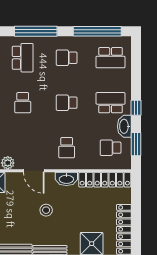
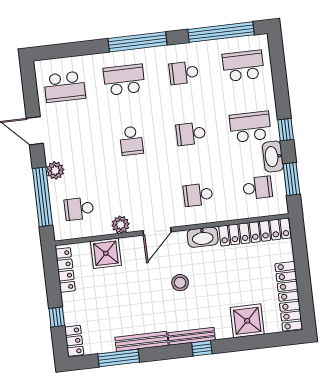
school desk: (23, 58) -> (124, 80), turned -90
school desk: (111, 58) -> (243, 66), turned 180
school desk: (67, 148) -> (198, 195), turned 90
school desk: (111, 148) -> (257, 188), turned 180
door: (34, 171) -> (157, 231), hinge flipped

